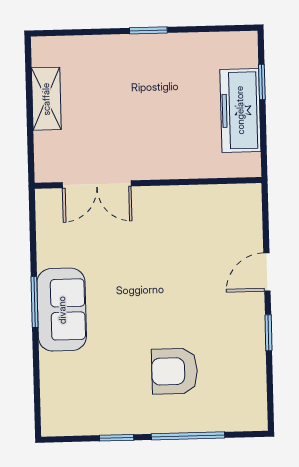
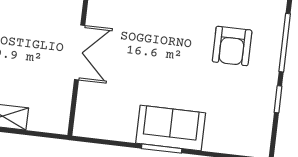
double door: (97, 184) -> (80, 52), moved

